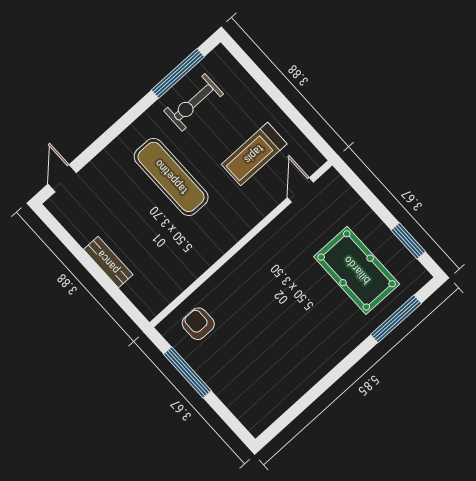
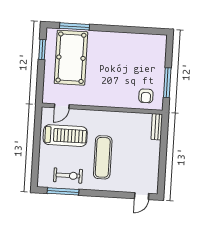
treadmill: (254, 154) -> (65, 136), width x1.37, depth x1.38
bench: (108, 262) -> (157, 127), moved
pool table: (357, 270) -> (71, 58), width x1.36, depth x1.32

